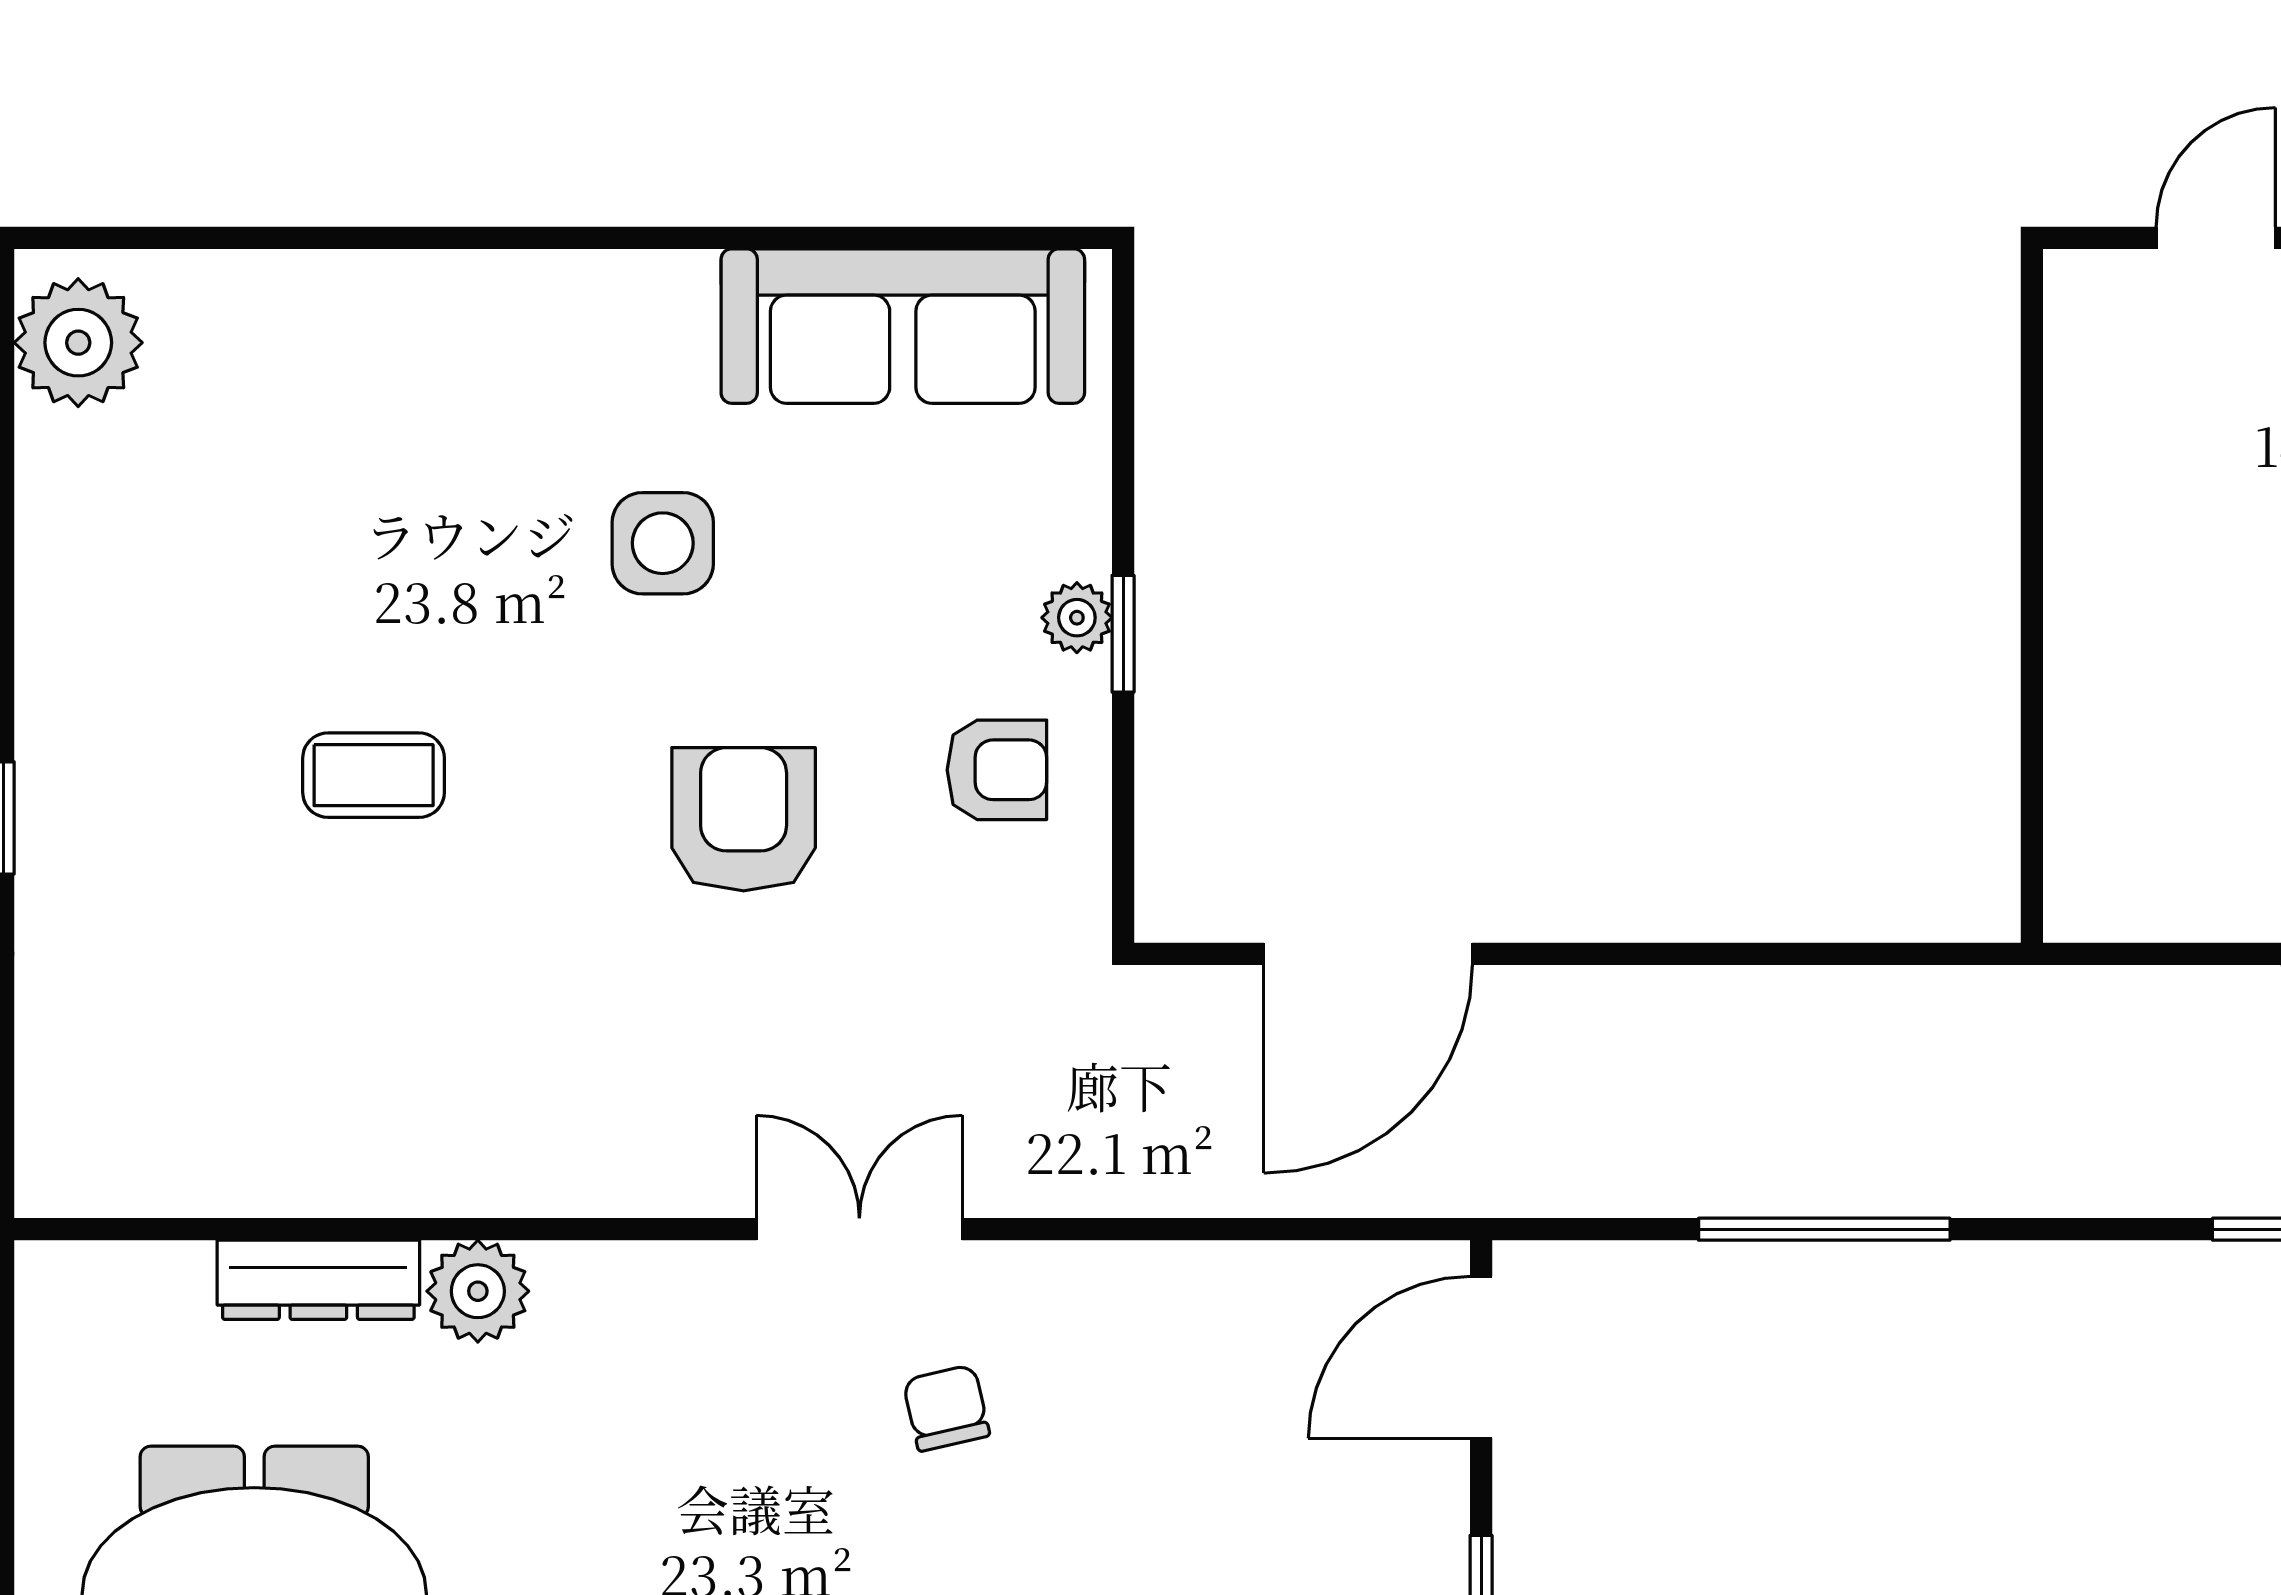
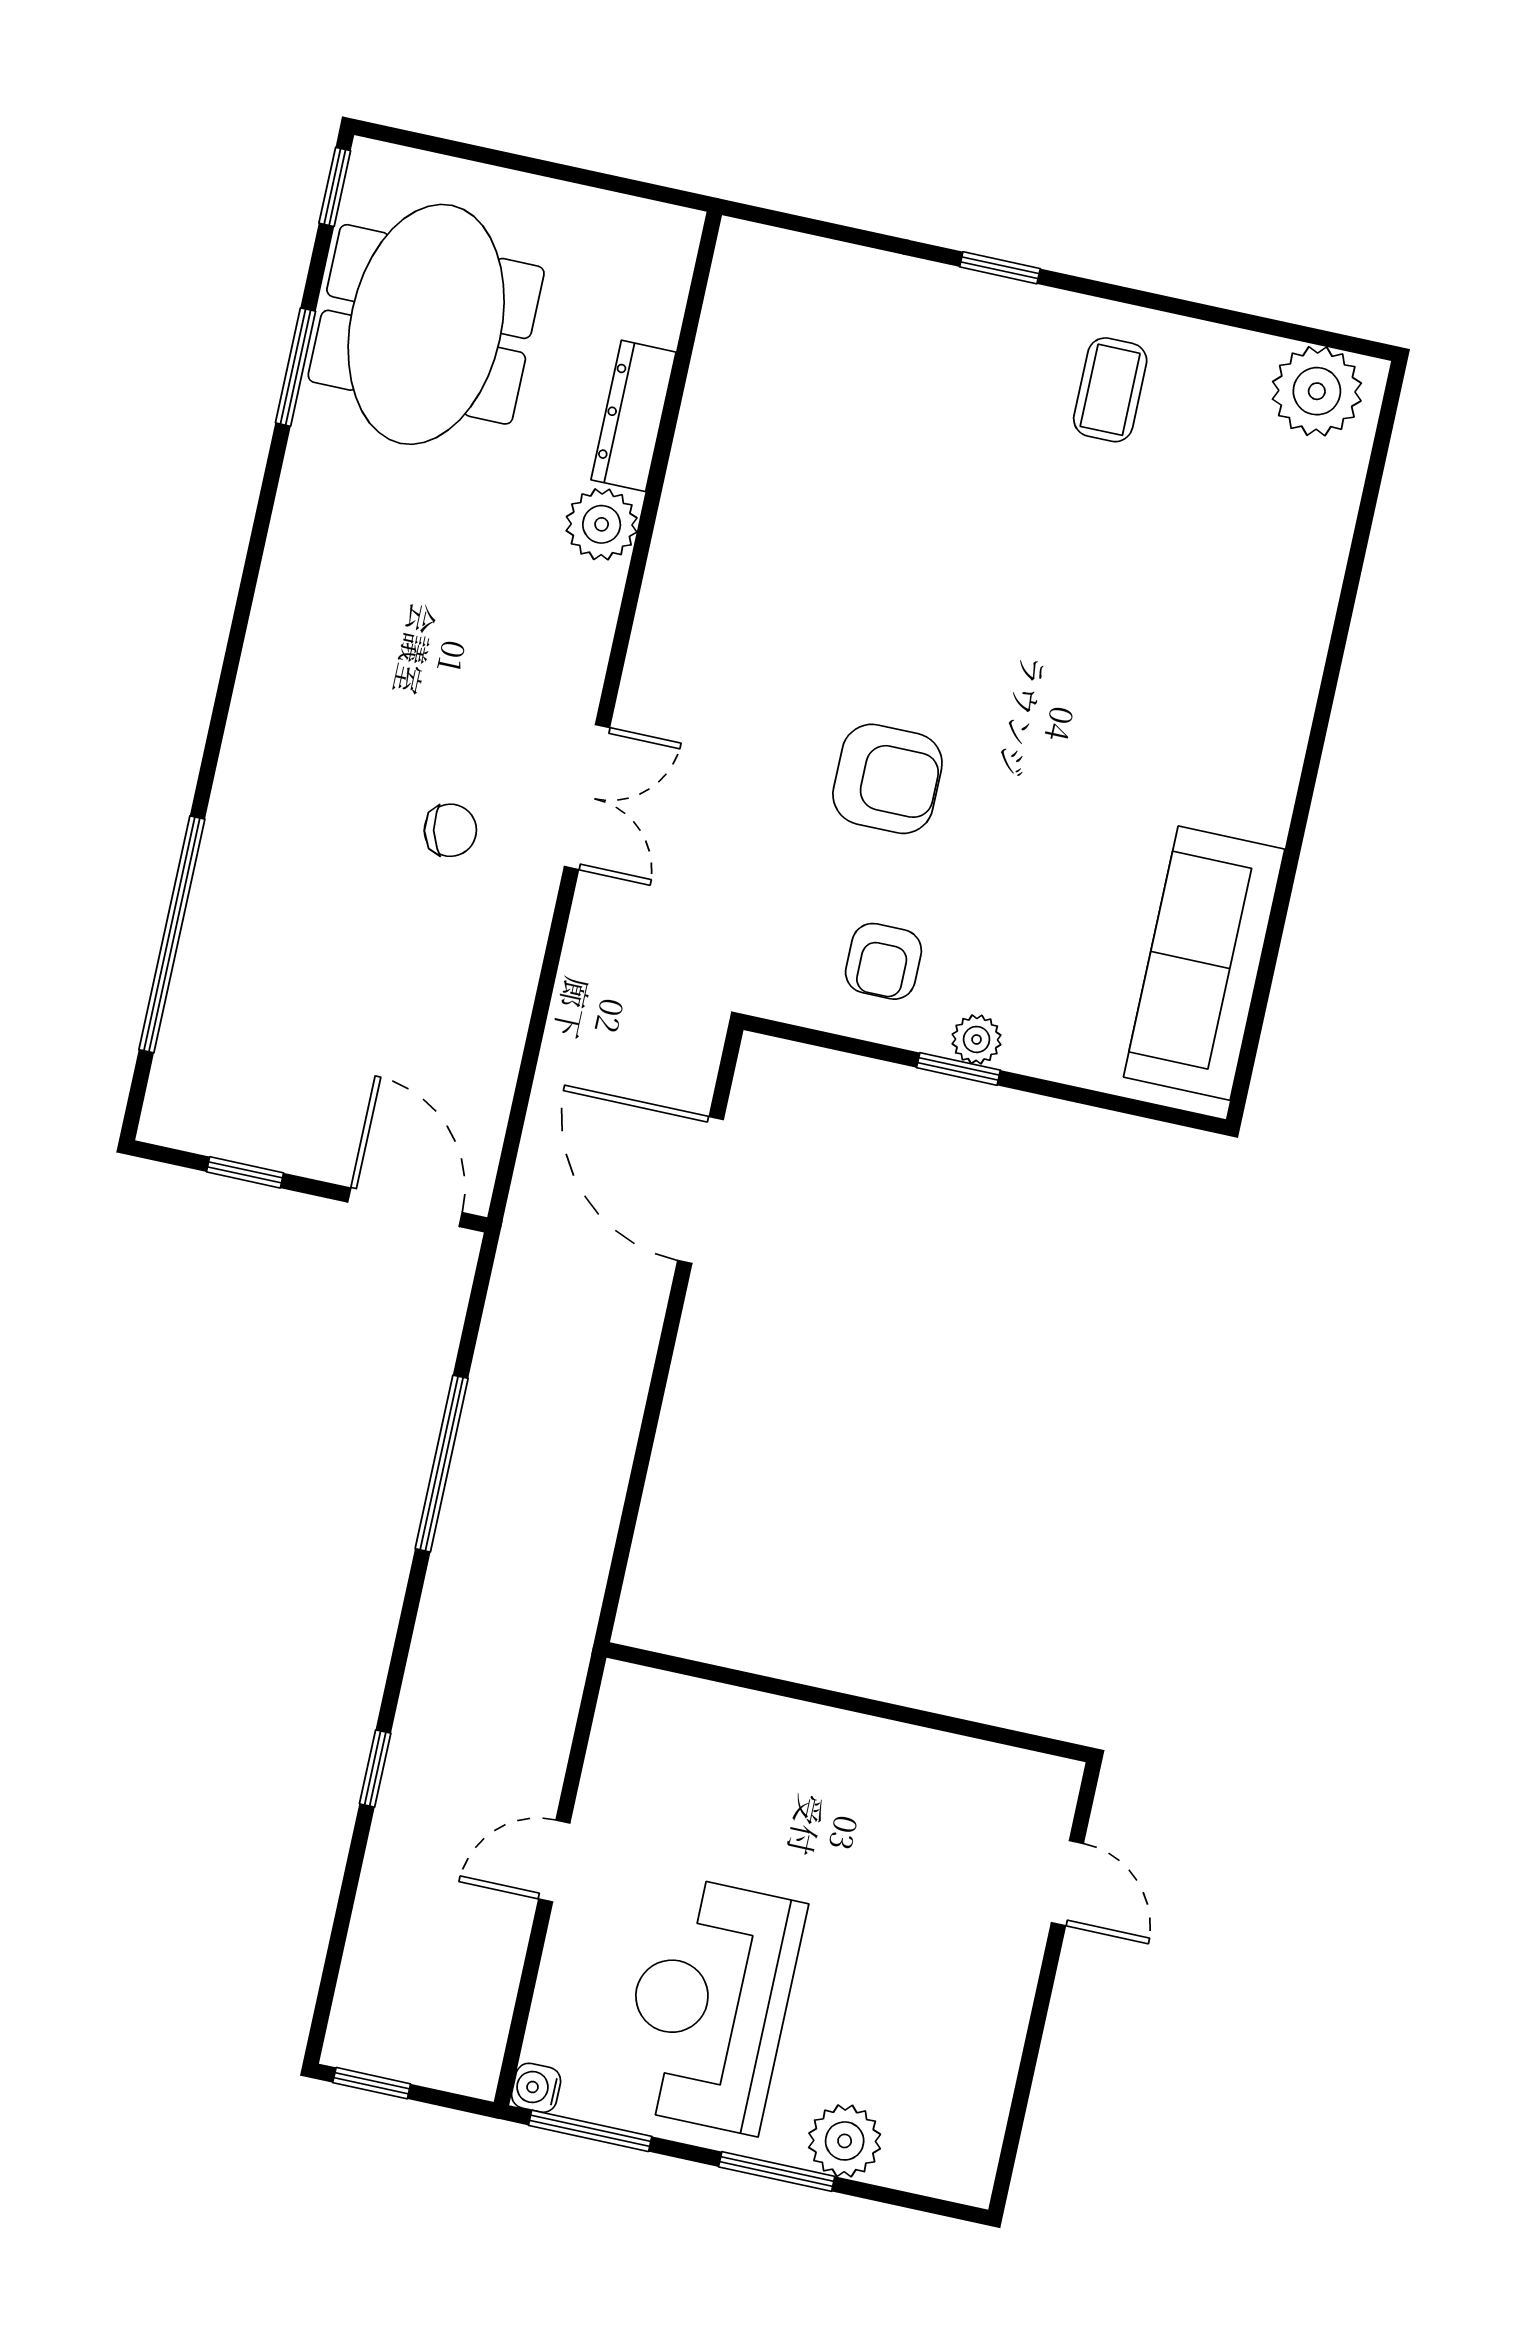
side table: (663, 543) -> (1090, 765), removed
coffee table: (374, 775) -> (1110, 390), moved

